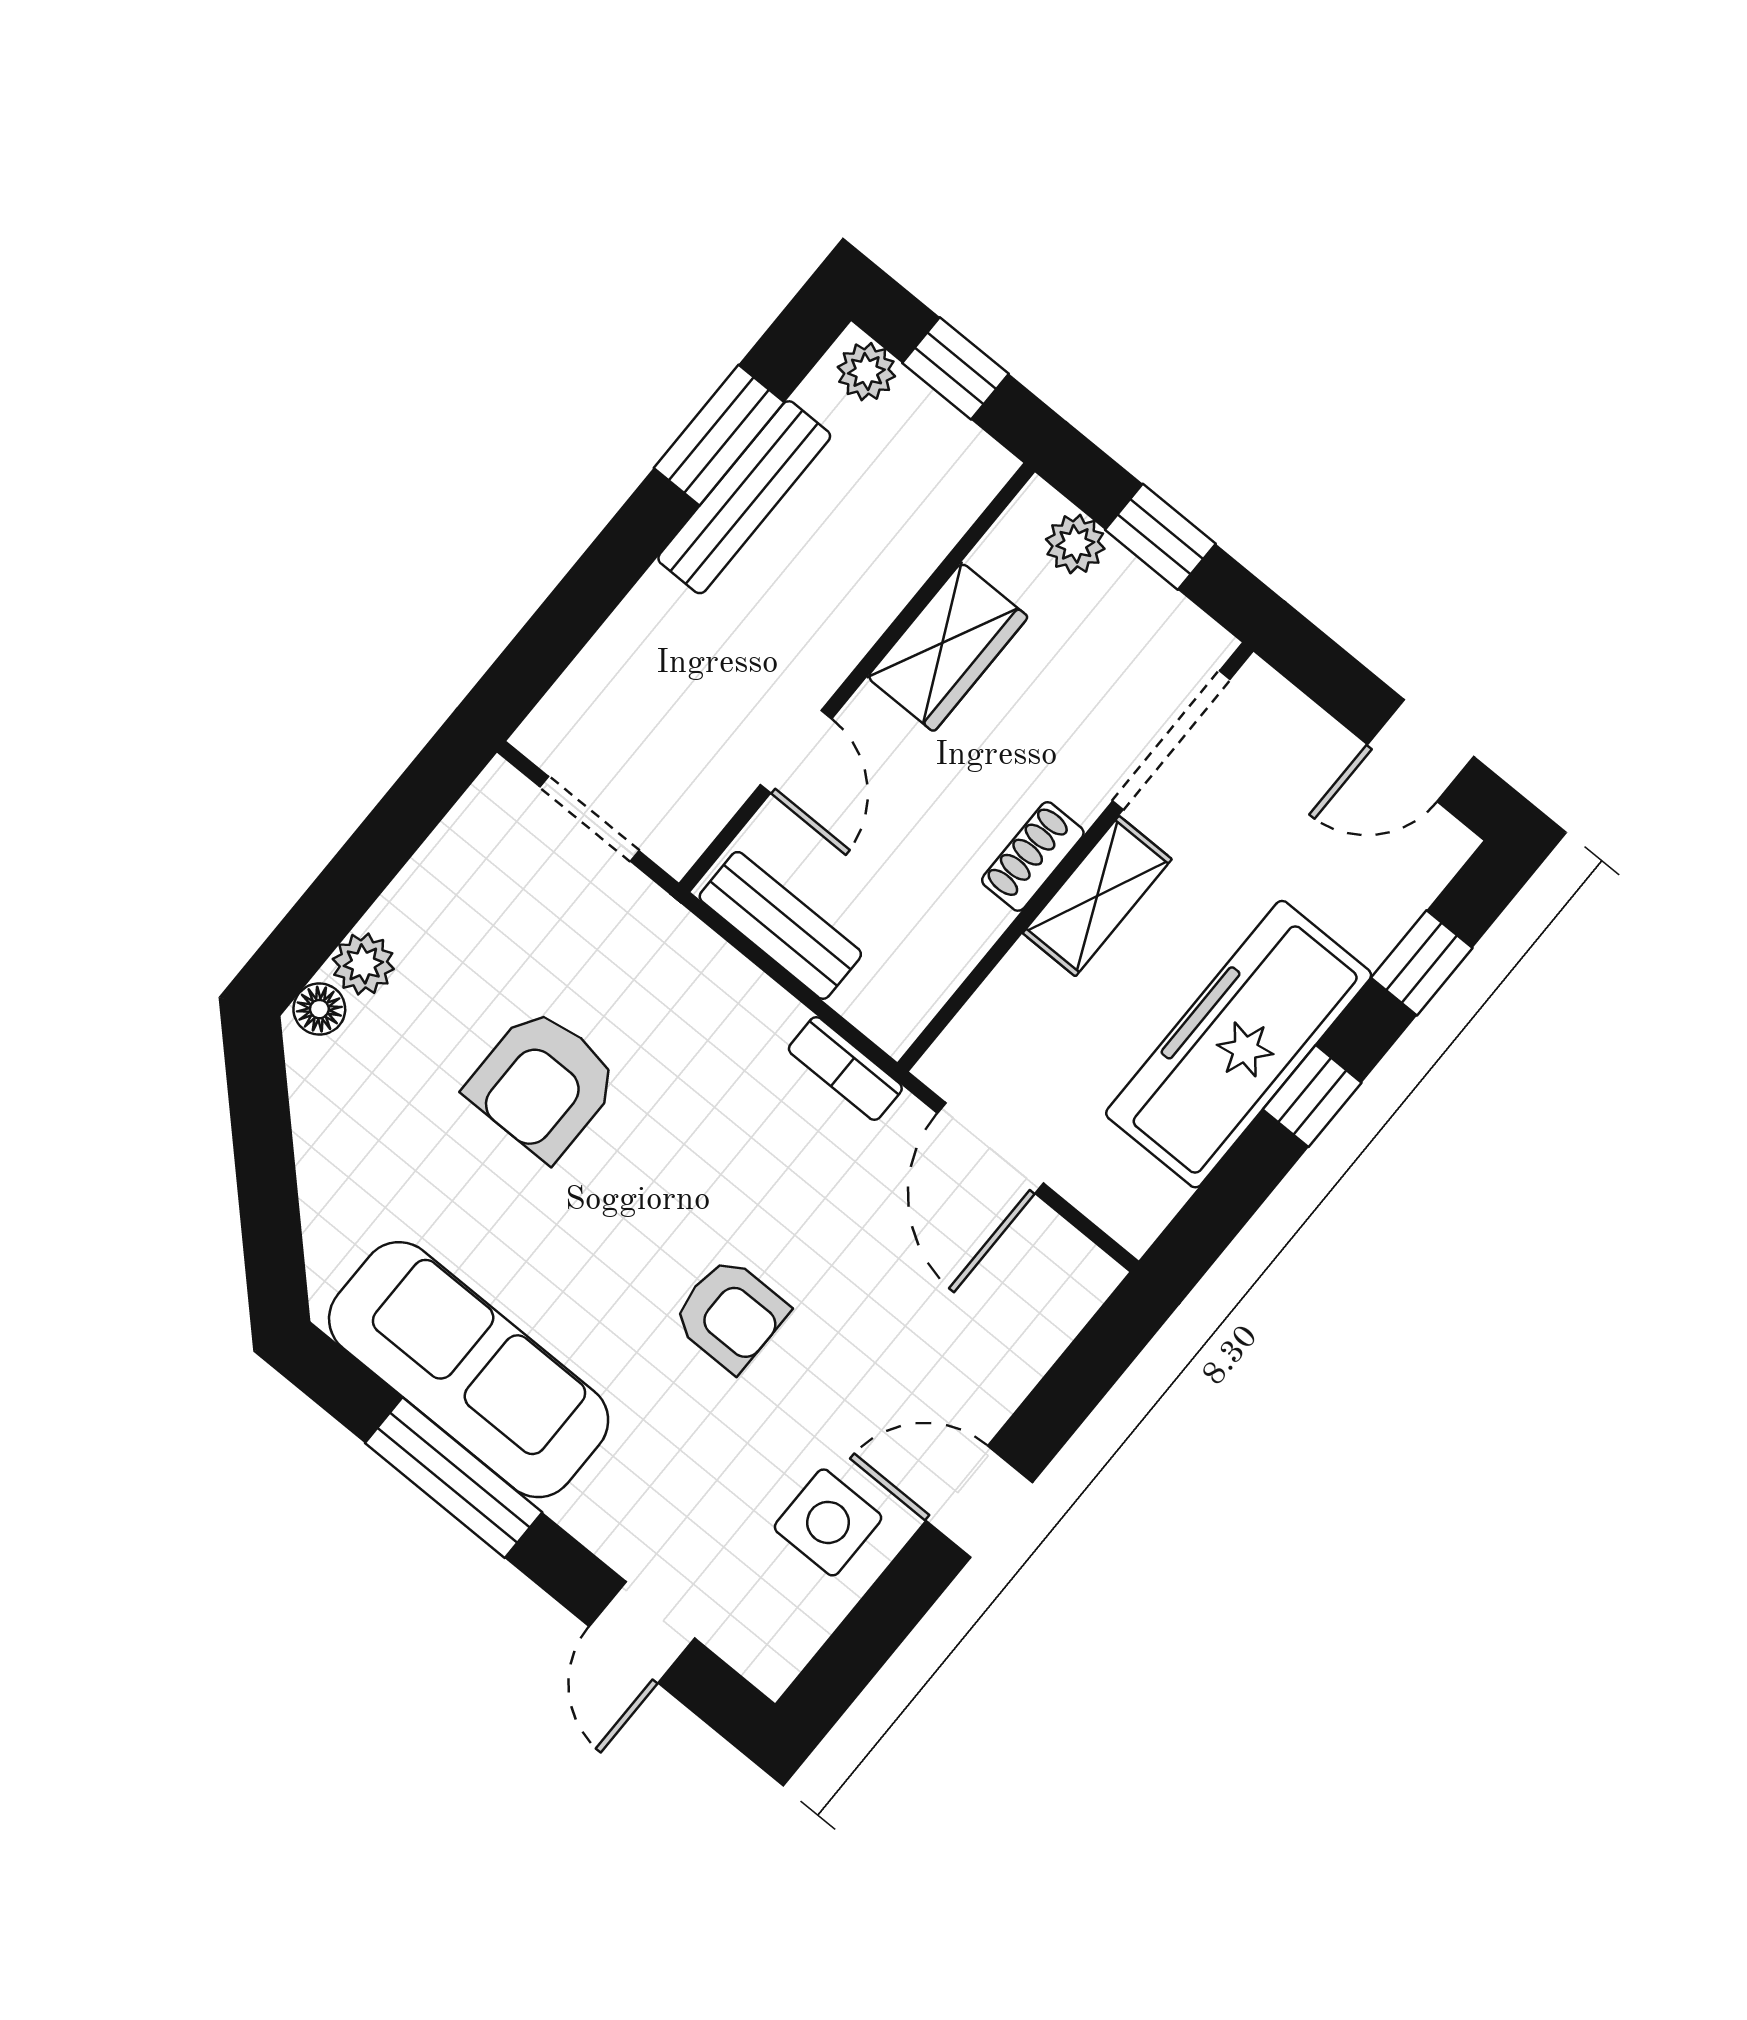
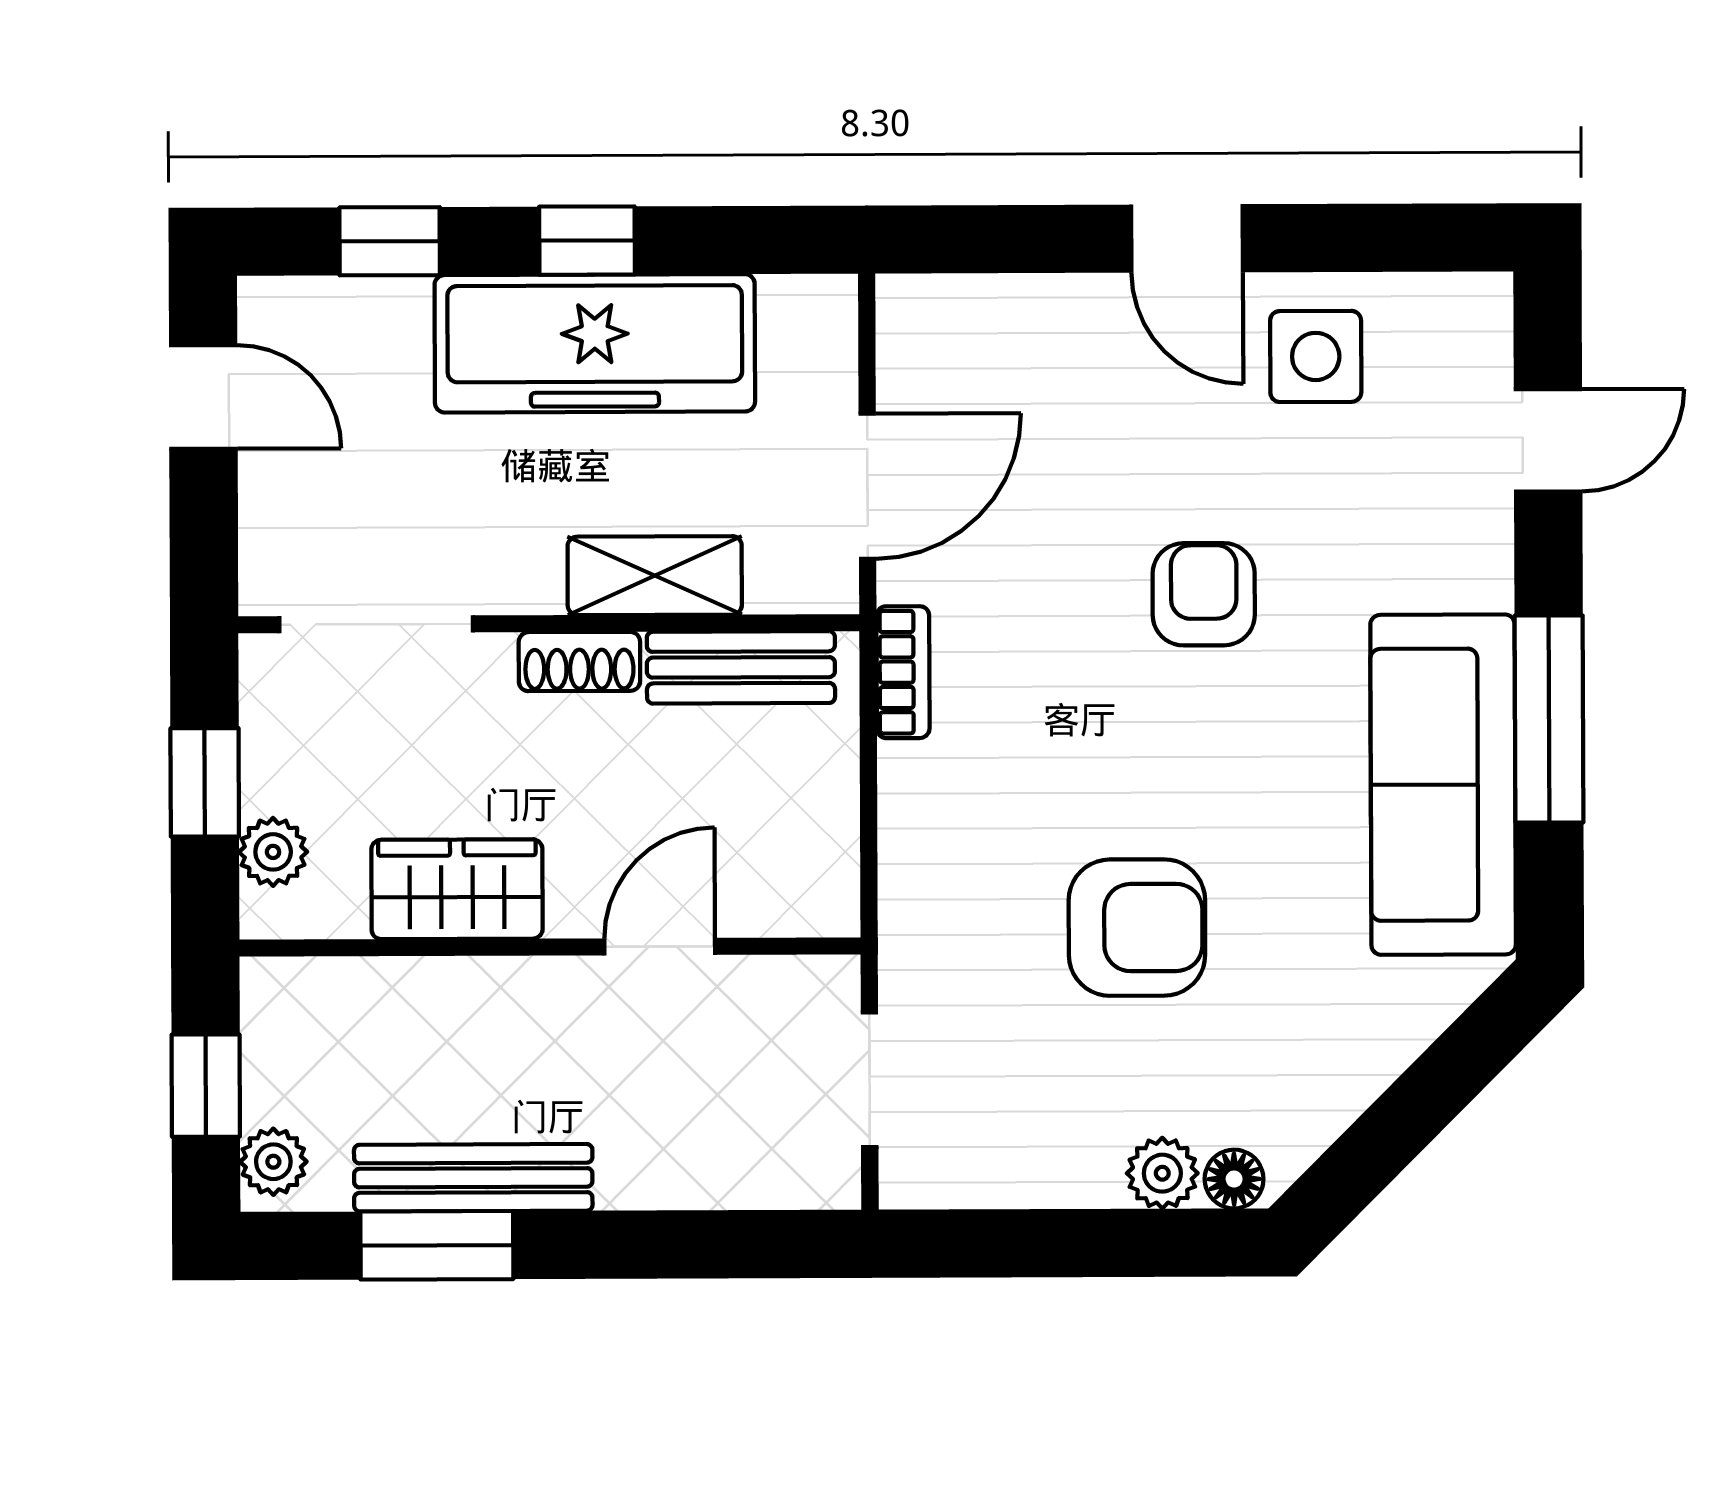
shelving: (1097, 896) -> (655, 576), moved
bench: (780, 925) -> (741, 667), moved, turned 90

